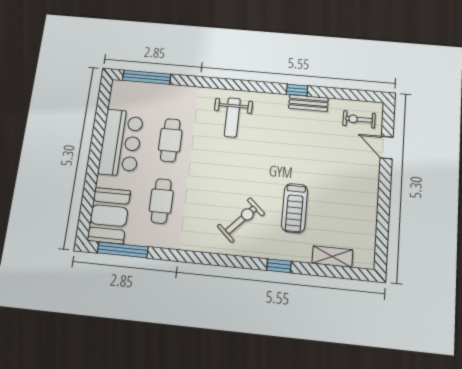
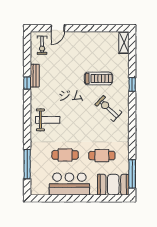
window: (147, 77) -> (27, 164), moved
shelving: (332, 257) -> (124, 43), moved

